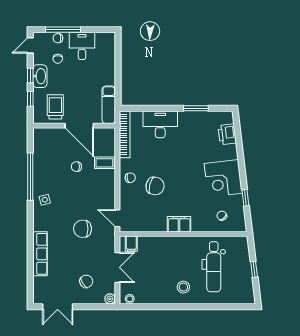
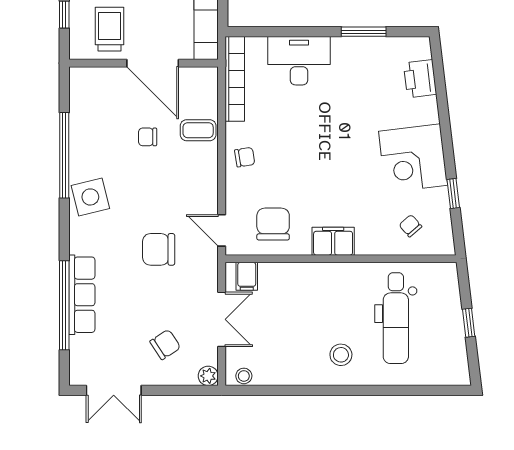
chair: (155, 186) -> (273, 224), moved, turned -104
side table: (45, 200) -> (90, 197), width x1.87, depth x1.87
window: (30, 260) -> (64, 305), added

